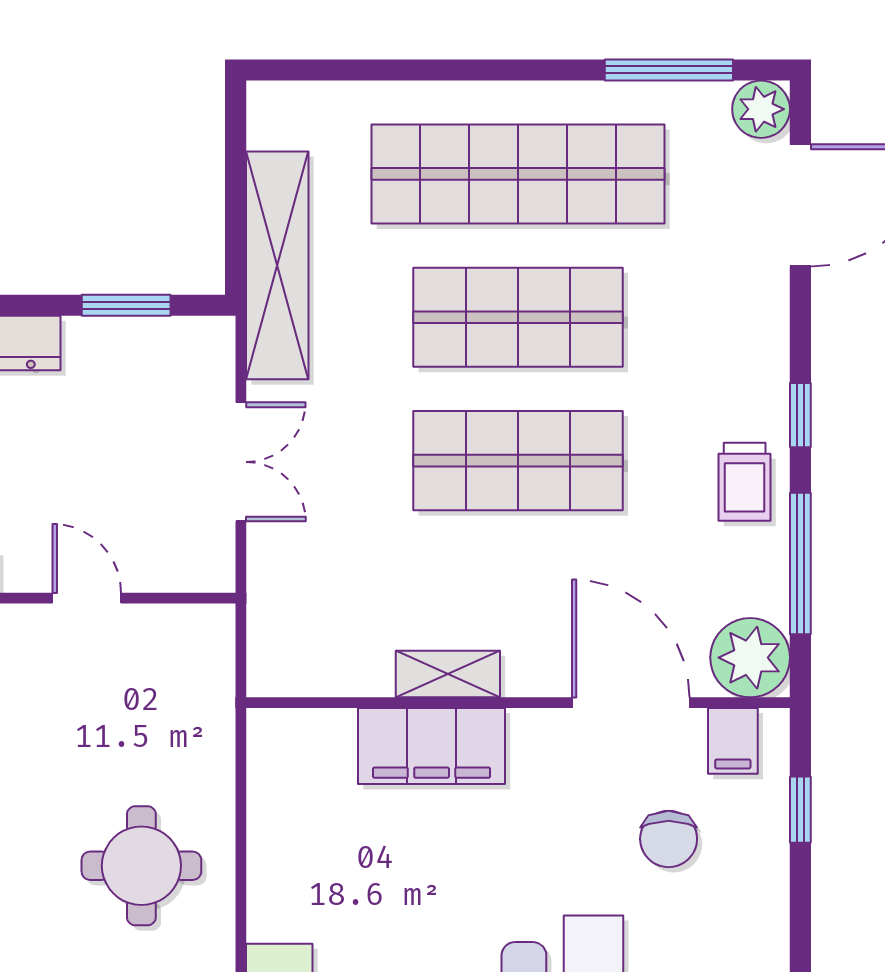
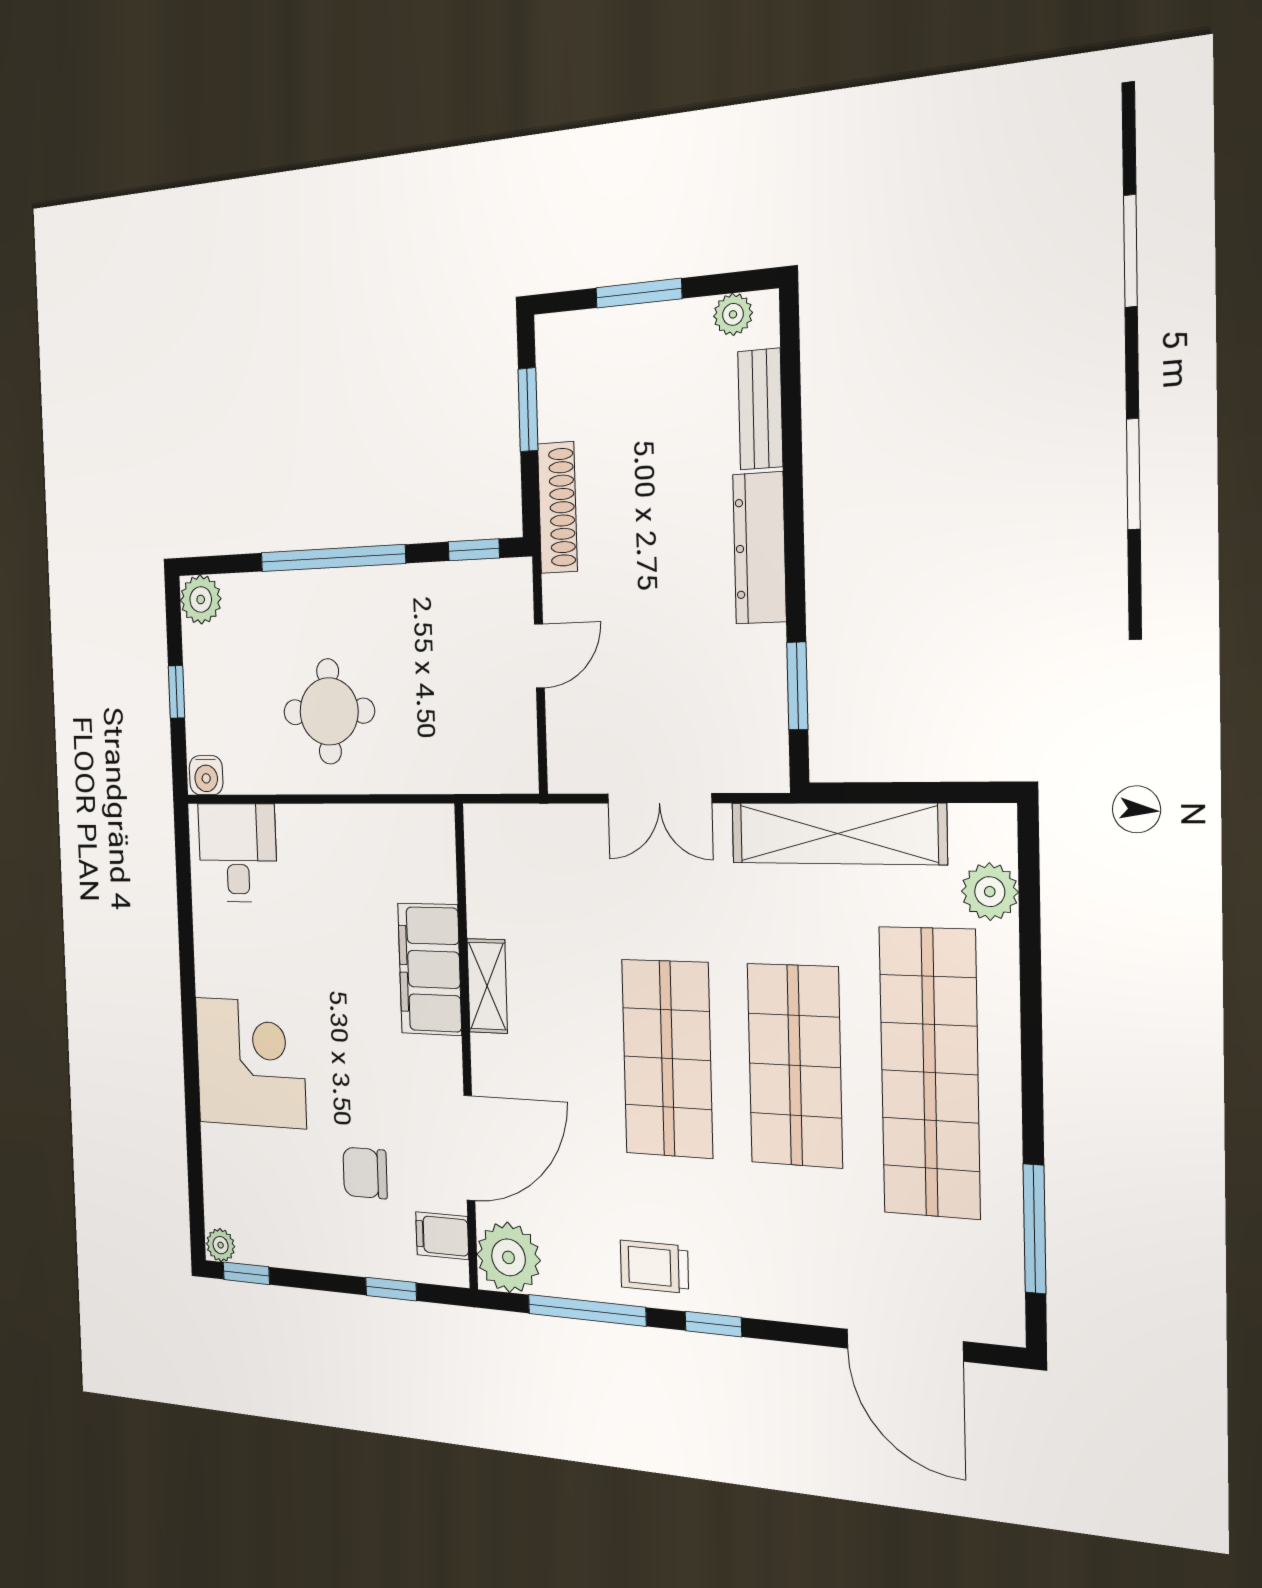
plant: (761, 109) -> (990, 892), moved

